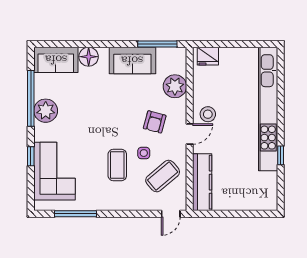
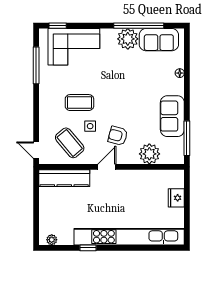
fridge: (208, 56) -> (176, 198), moved
floor lamp: (89, 57) -> (180, 73), width x0.53, depth x0.53
sofa: (56, 60) -> (159, 40), moved, turned -90
stool: (208, 114) -> (125, 183), removed
door: (190, 134) -> (107, 167), swing flipped
window: (31, 156) -> (58, 26), moved
plant: (271, 196) -> (52, 240), added

